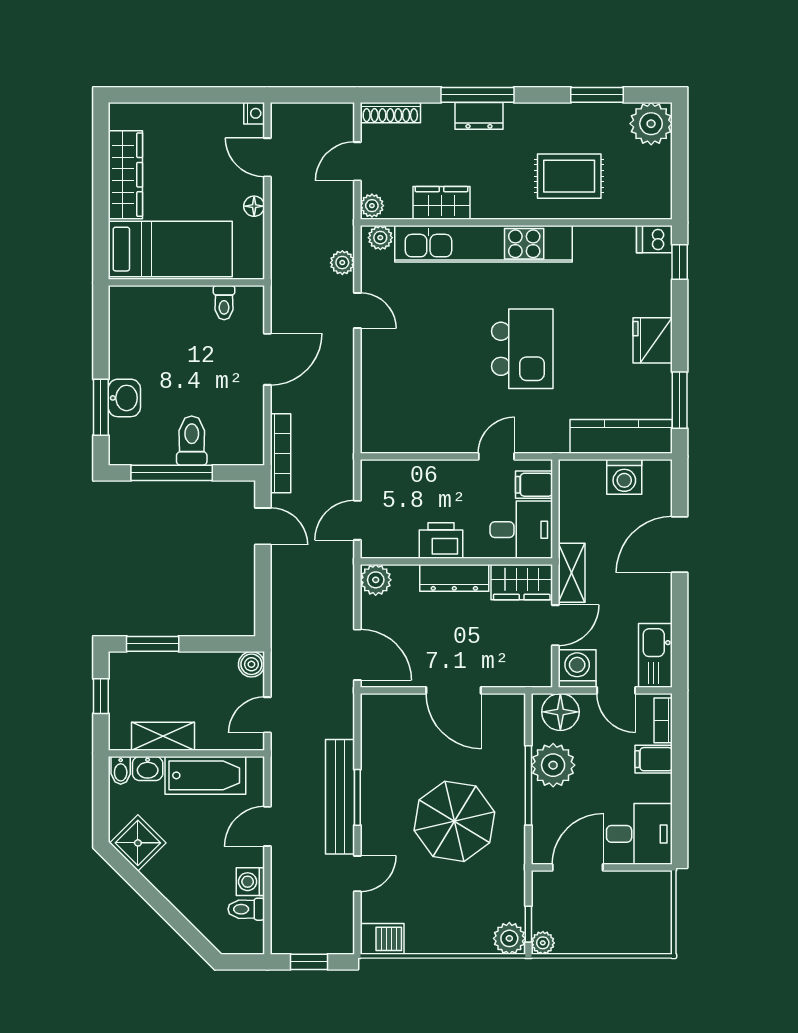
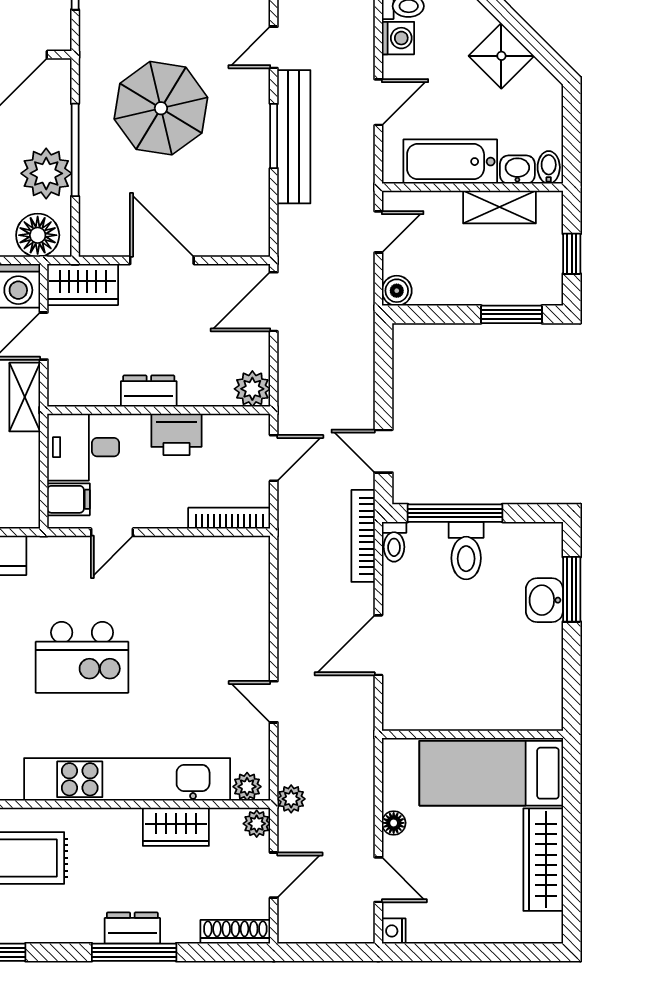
plant: (342, 263) -> (291, 799), moved
toilet: (224, 303) -> (394, 542), moved, turned 180
kitchen island: (522, 349) -> (82, 657), turned -90
bookcase: (396, 468) -> (229, 518), added
window: (172, 473) -> (455, 513), moved
dresser: (454, 578) -> (149, 391), width x0.70
wardrobe: (522, 582) -> (83, 284), moved, turned 180
door: (357, 655) -> (274, 302), hinge flipped
shower: (138, 843) -> (501, 56), moved

